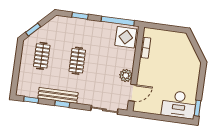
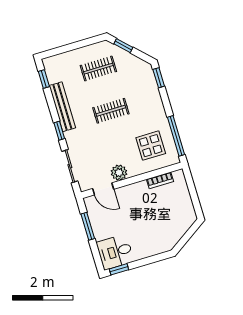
window: (80, 16) -> (159, 78), moved
display table: (126, 37) -> (151, 146), moved
window: (62, 104) -> (59, 131), moved
desk: (179, 104) -> (115, 252), width x0.73
window: (155, 117) -> (88, 226), added

